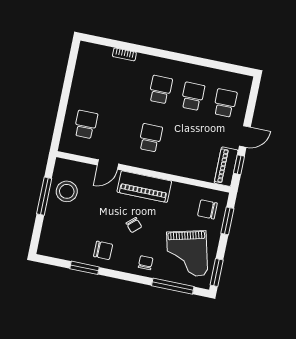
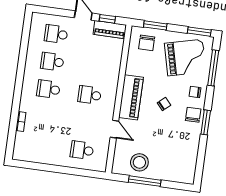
chair: (103, 250) -> (193, 115), moved
window: (85, 268) -> (206, 122), moved

